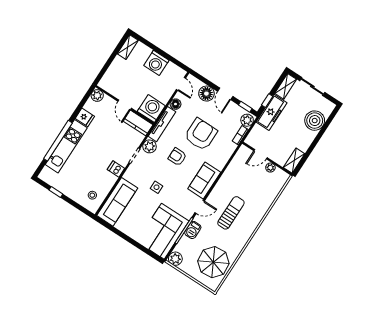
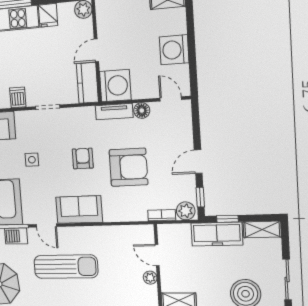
door: (181, 84) -> (171, 99), swing flipped
sliding door: (312, 87) -> (287, 279), moved
floor lamp: (206, 94) -> (182, 139), removed
tv unit: (162, 124) -> (114, 112), width x0.71
plant: (150, 146) -> (71, 117), removed
sun lounger: (231, 213) -> (66, 267), width x1.36, depth x1.34

